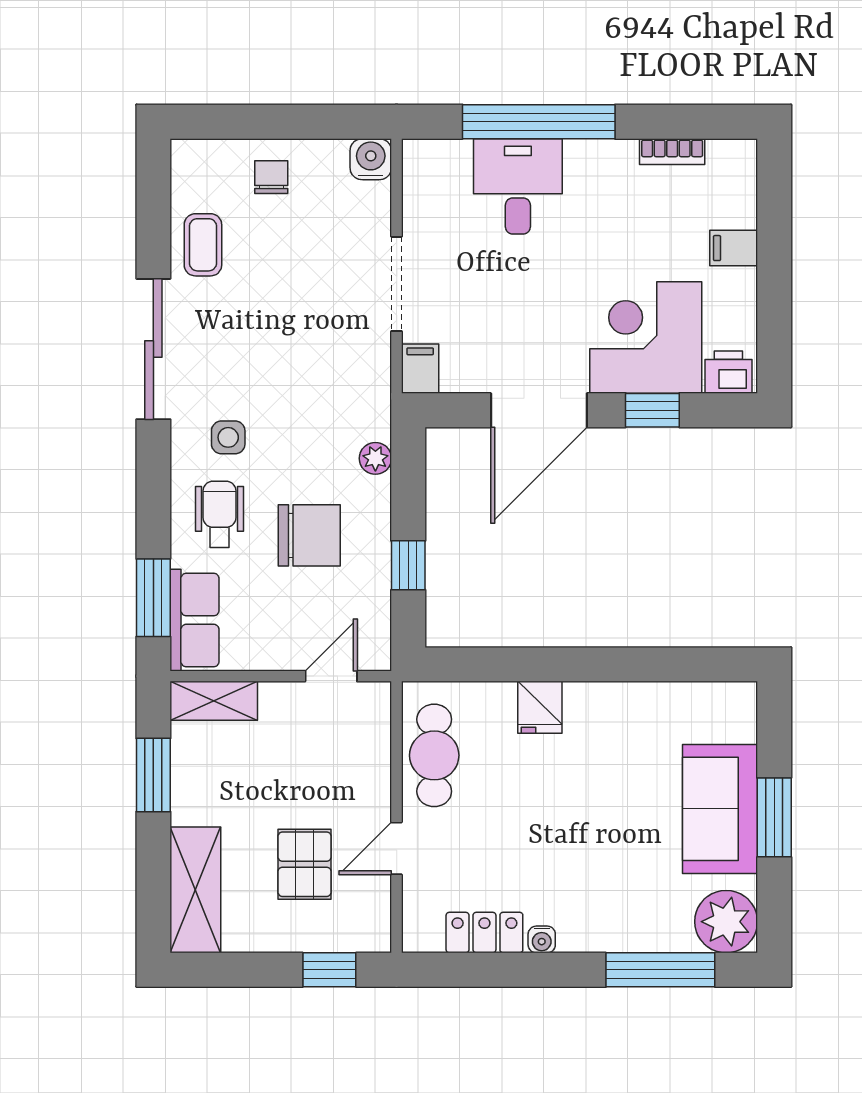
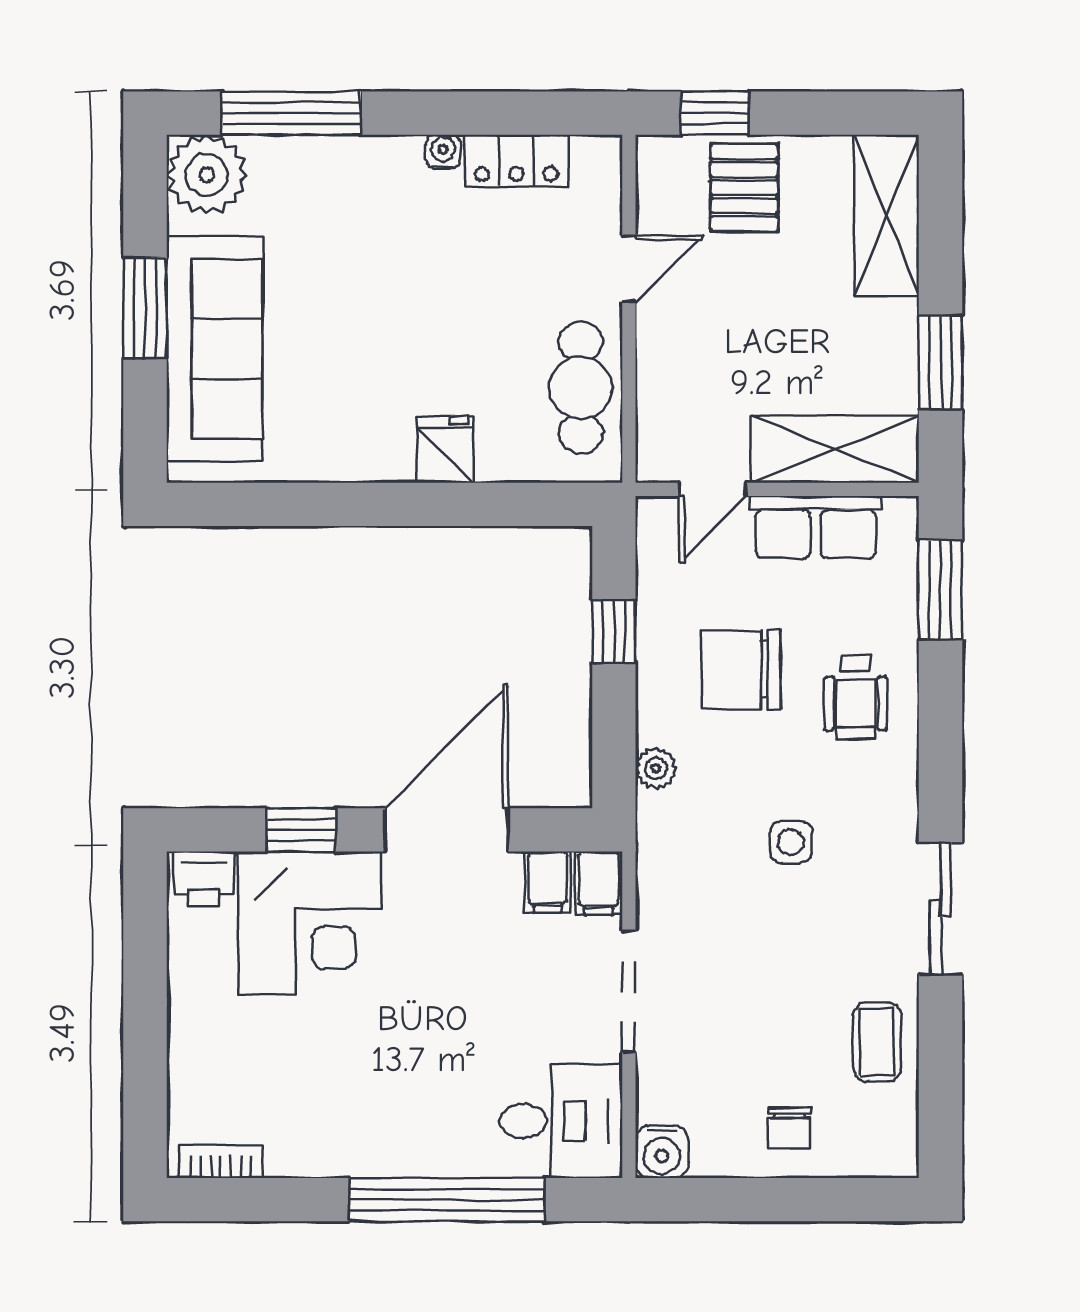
bookcase: (672, 152) -> (221, 1161), moved
desk: (518, 186) -> (561, 1121), moved, turned -90
filing cabinet: (734, 248) -> (548, 882), moved, turned 90
sliding door: (153, 349) -> (940, 908), width x0.73
side table: (228, 437) -> (791, 842), moved
row of seats: (195, 620) -> (816, 527), moved, turned -90
shelving: (214, 701) -> (835, 449), width x1.50, depth x1.33
sofa: (720, 809) -> (214, 349), width x1.36
pallet: (305, 864) -> (744, 188), moved

